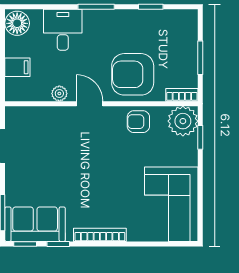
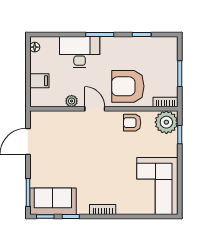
floor lamp: (17, 23) -> (35, 47), width x0.53, depth x0.53
desk: (63, 30) -> (80, 52), width x1.37
bookcase: (100, 235) -> (103, 210), width x0.64

